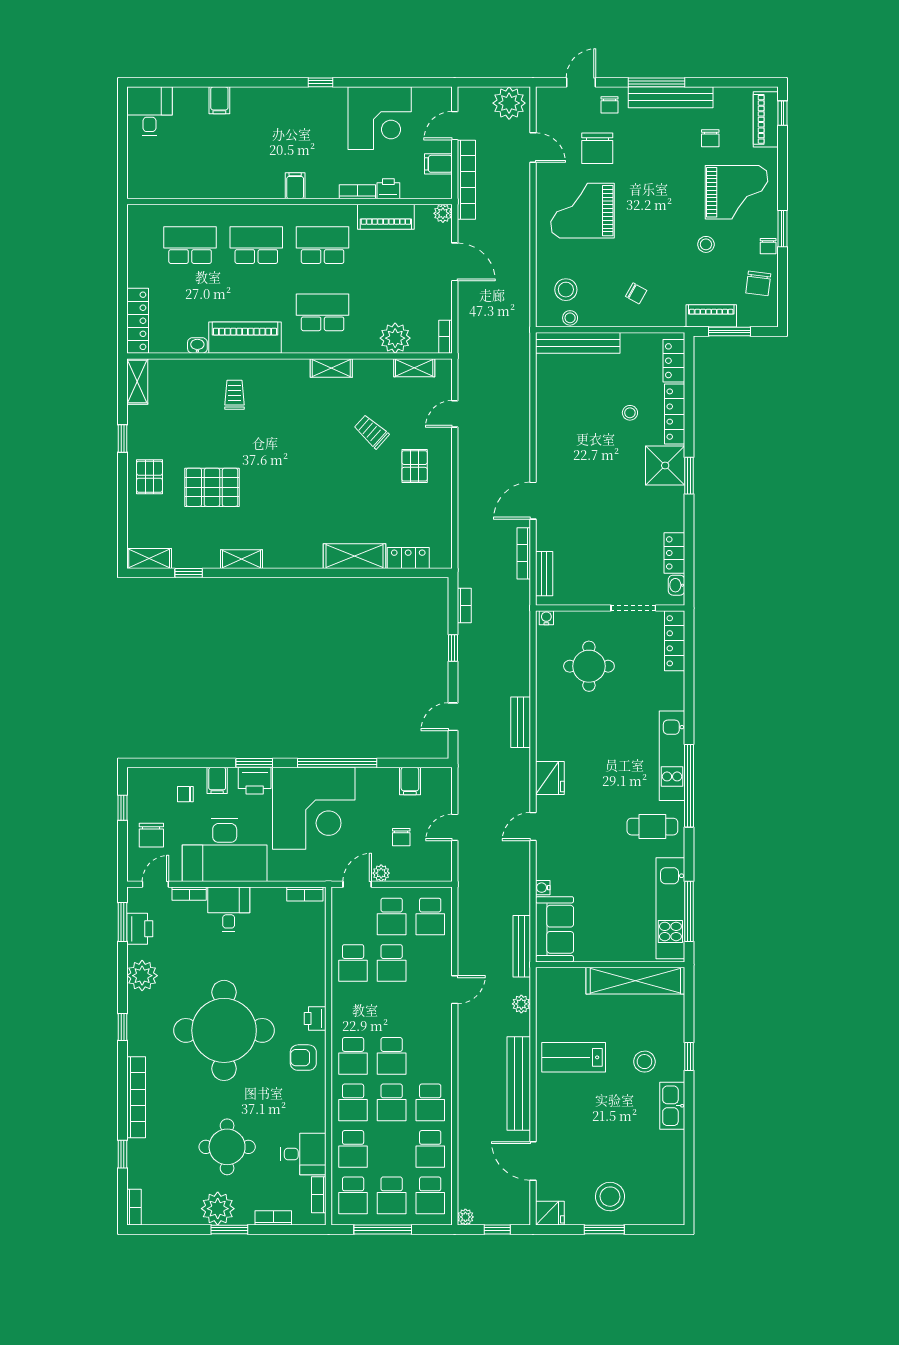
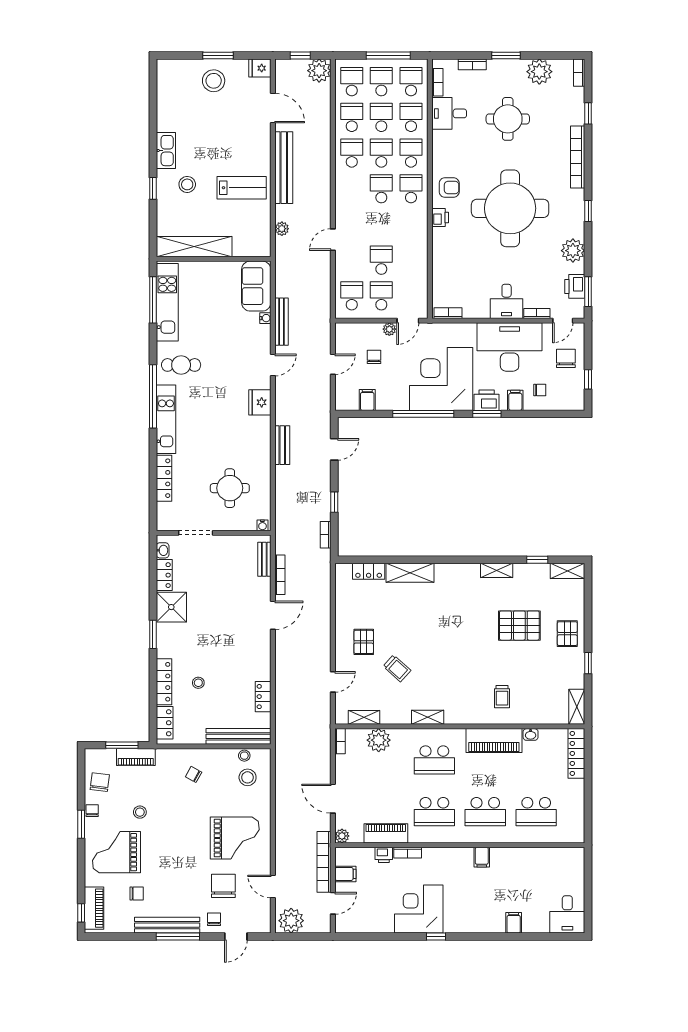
corner desk: (380, 118) -> (419, 909), moved
chair: (710, 138) -> (137, 894), turned 90
filing cabinet: (295, 186) -> (482, 857), moved
locker: (546, 395) -> (263, 697), added
shower: (665, 466) -> (171, 607), moved
locker: (675, 641) -> (164, 478), moved
bench: (522, 946) -> (281, 322), moved
school desk: (353, 963) -> (381, 117), moved
plant: (218, 1209) -> (539, 72), moved
plant: (465, 1217) -> (319, 71), width x1.87, depth x1.87

